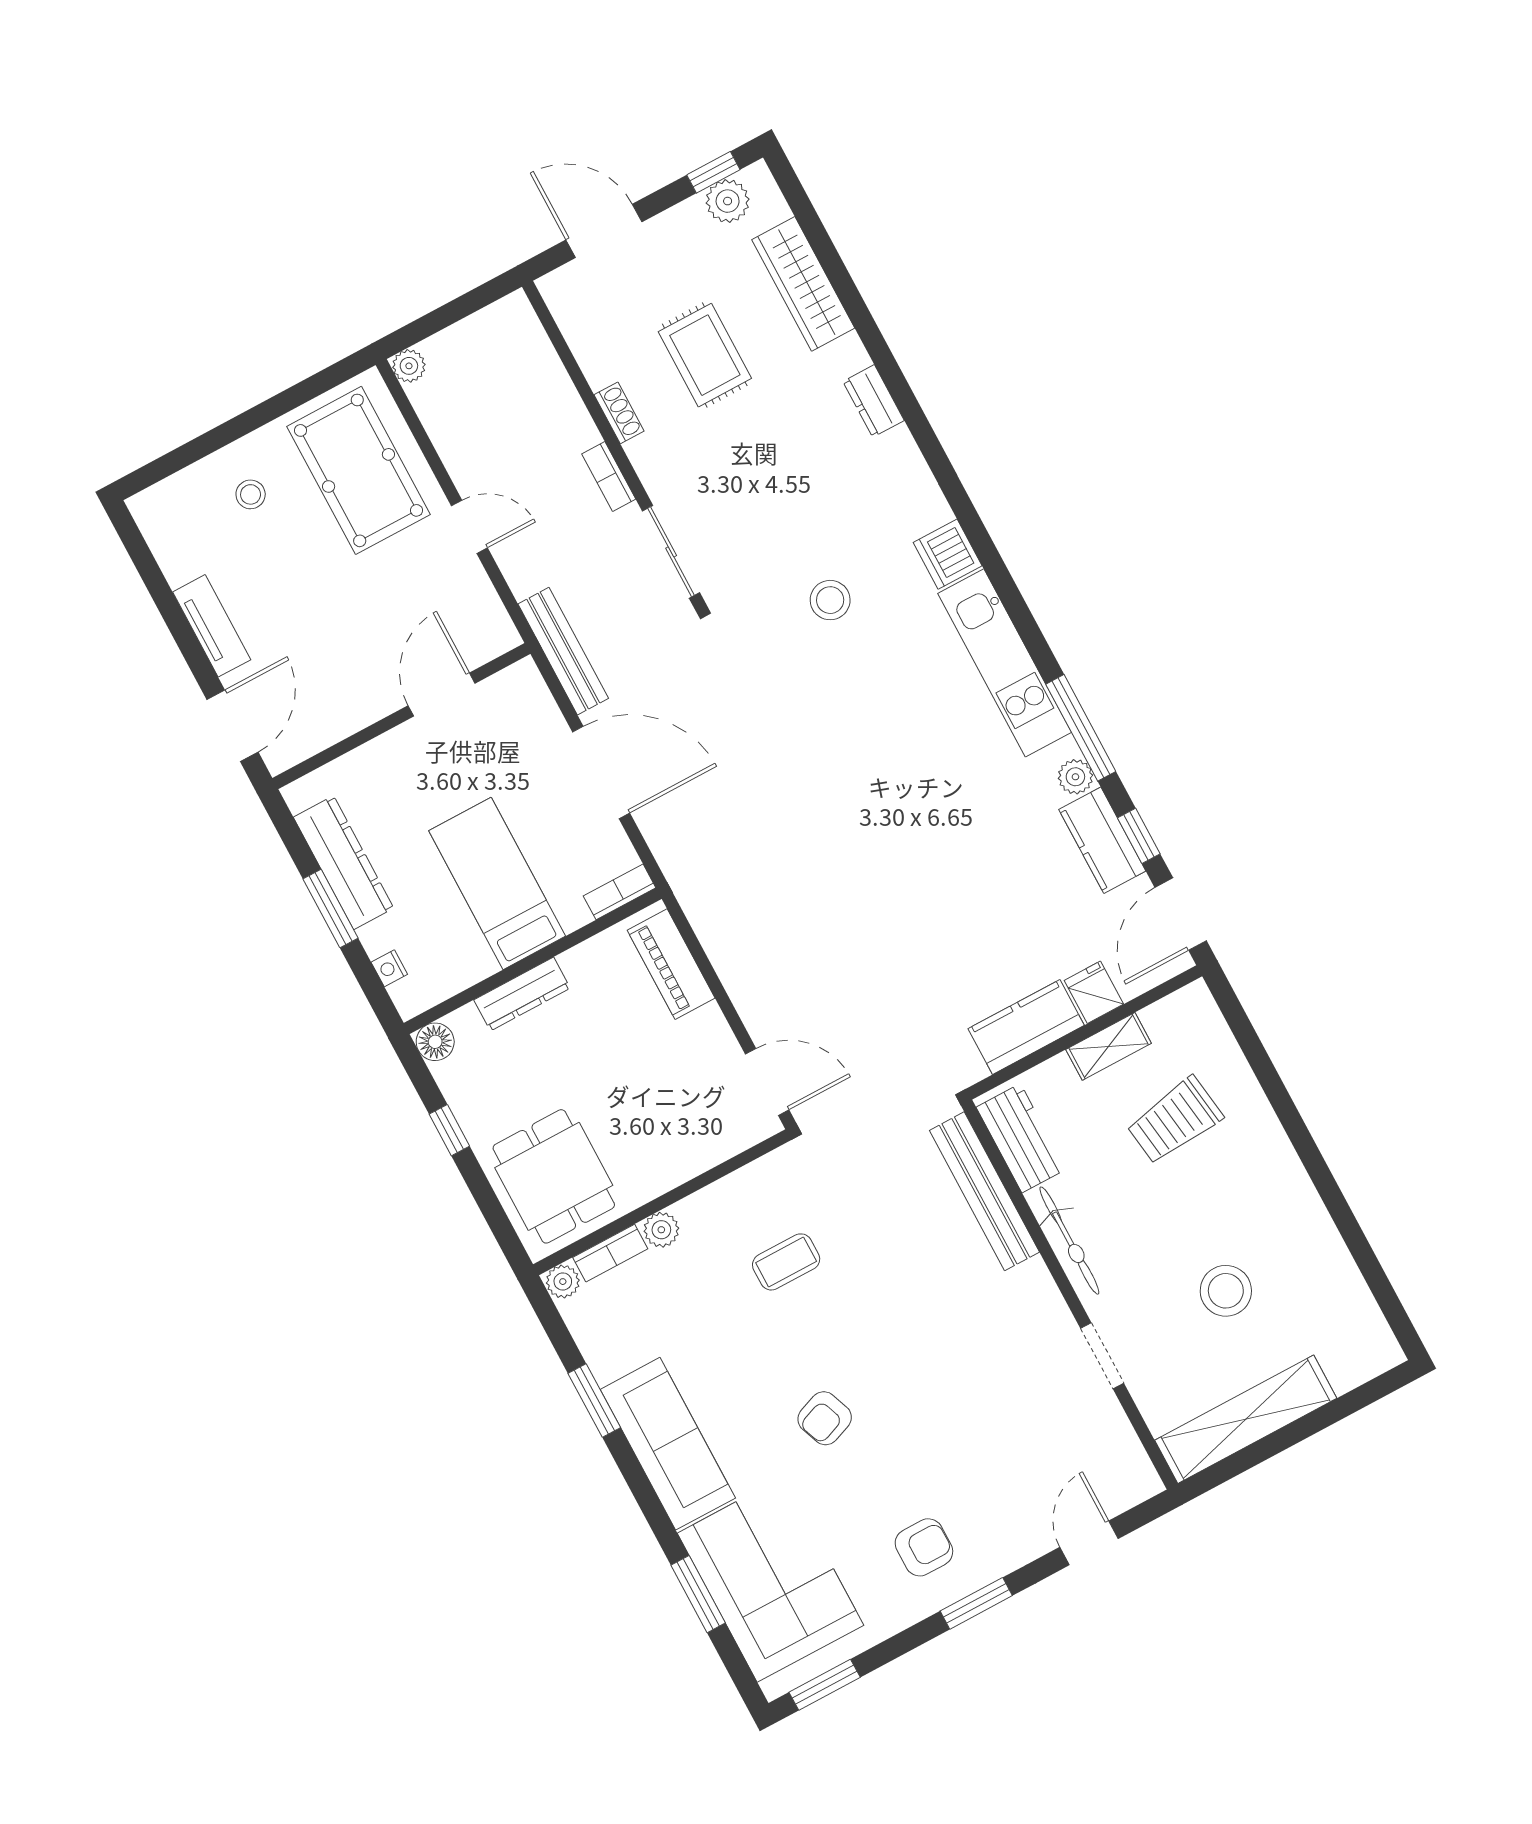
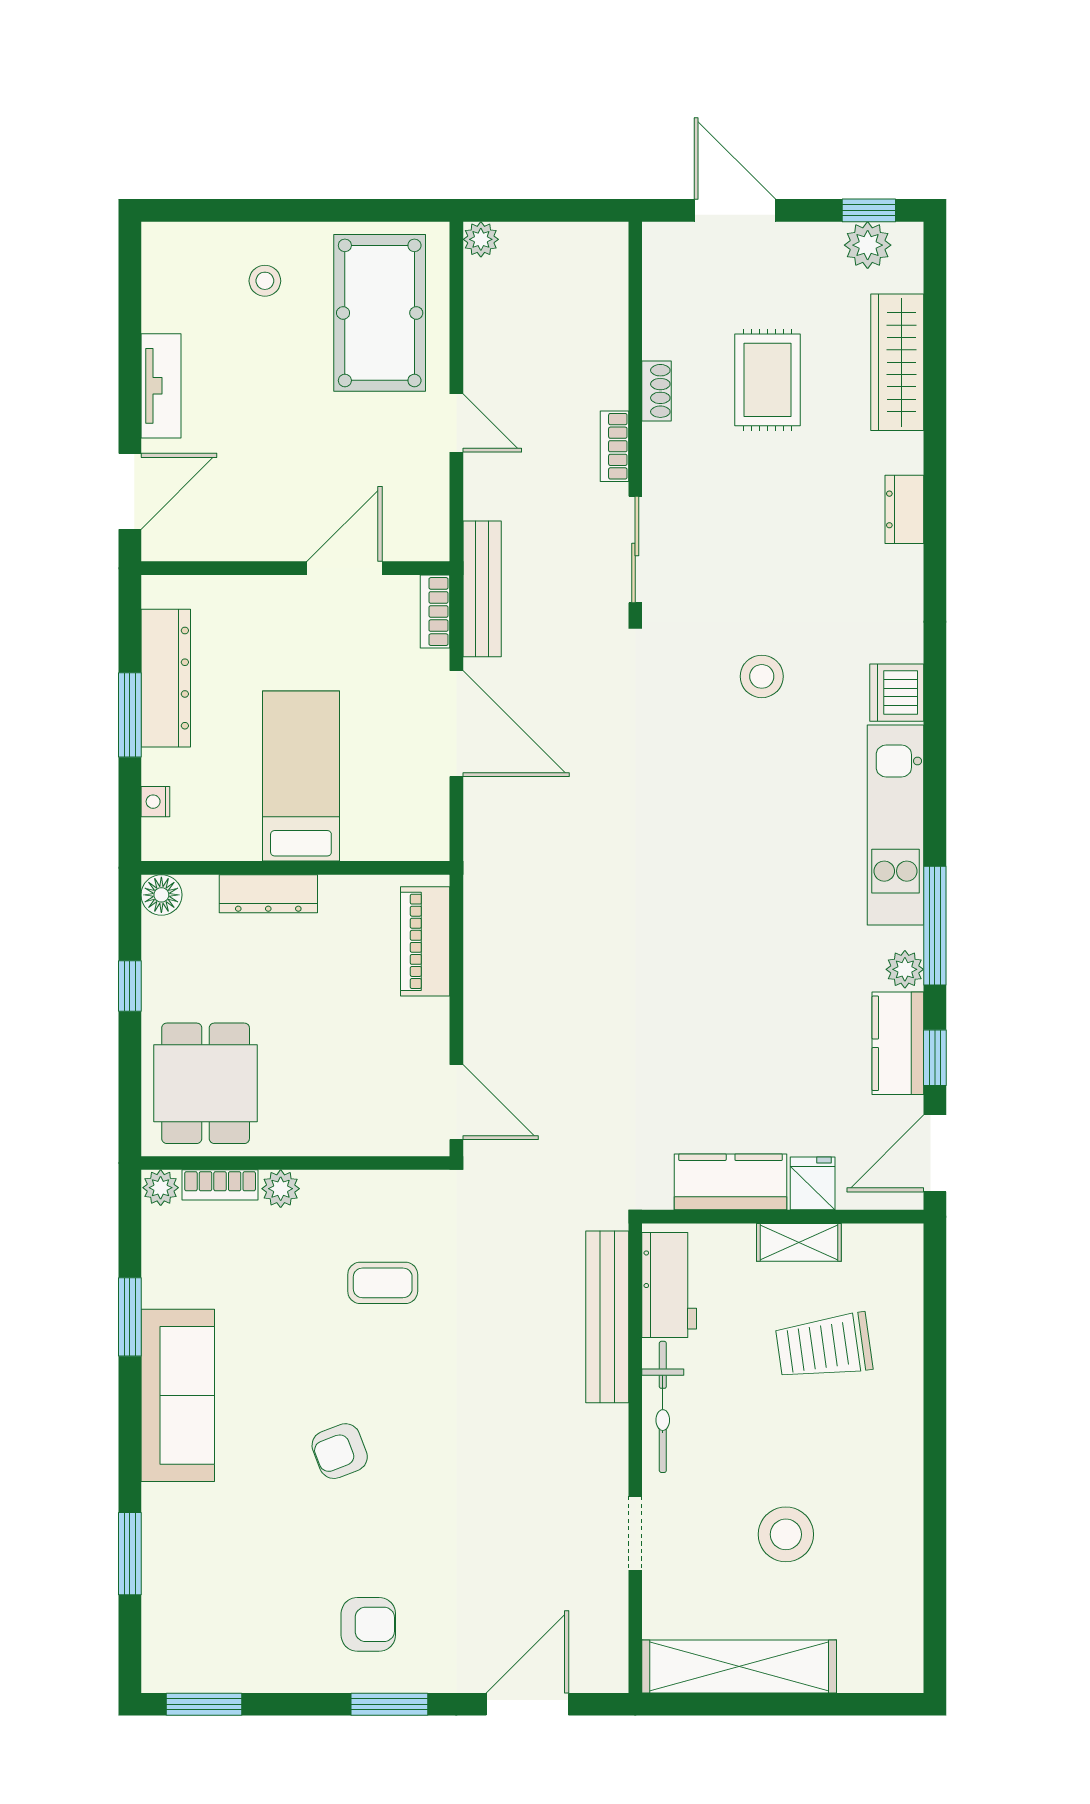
bookcase: (620, 892) -> (435, 612), moved, turned -90
door: (1089, 1543) -> (527, 1704), width x1.38
corner sofa: (770, 1579) -> (206, 1576), removed

